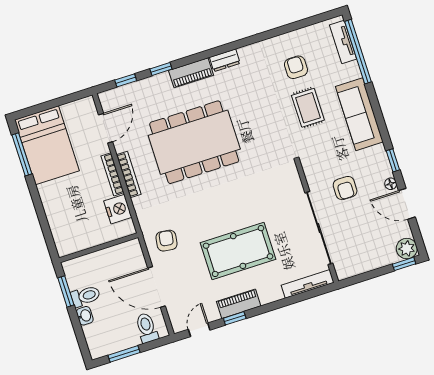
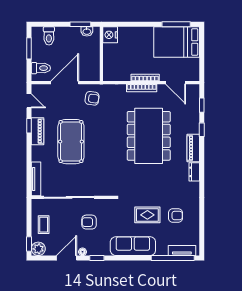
nightstand: (118, 209) -> (110, 35), moved, turned 90
coffee table: (370, 252) -> (44, 225), added
toilet: (86, 296) -> (49, 36), moved
washbasin: (85, 316) -> (87, 31), moved

